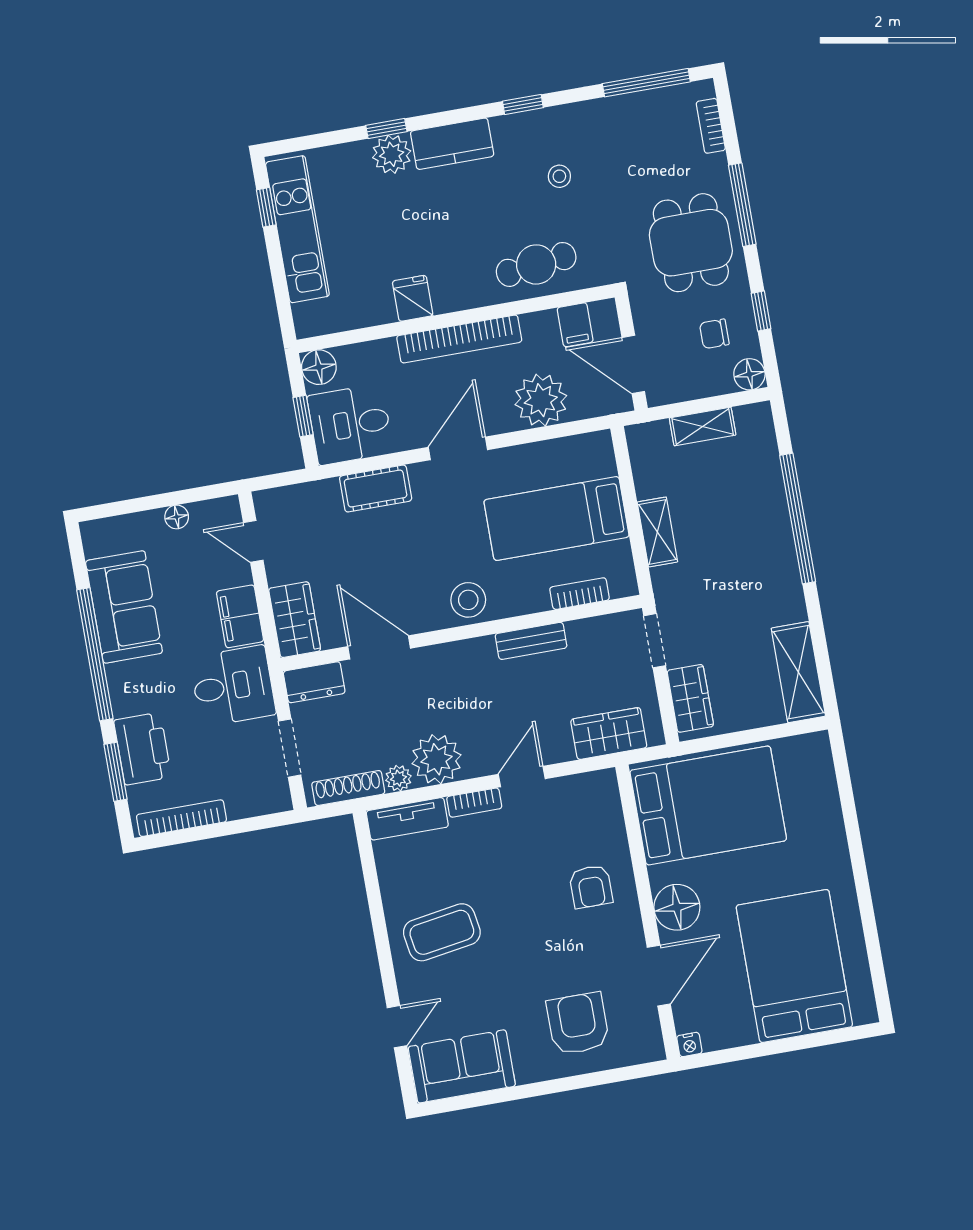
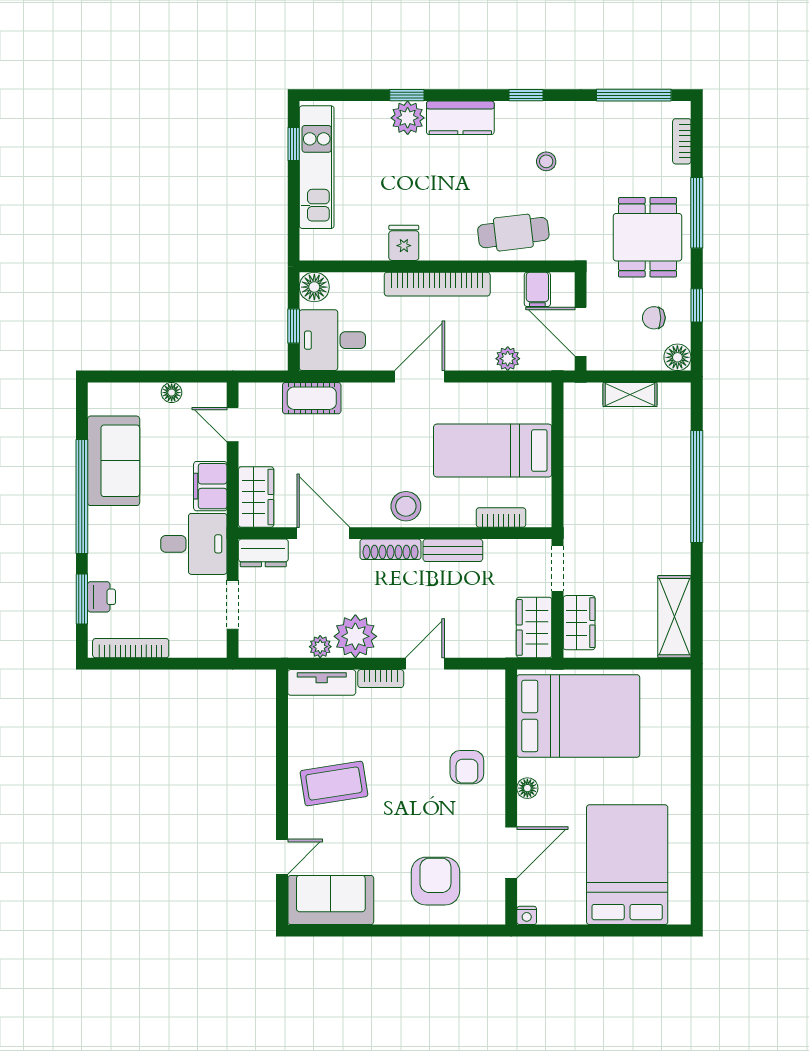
plant: (541, 400) -> (508, 359), width x0.53, depth x0.53
cot: (376, 488) -> (312, 398), moved
shelving: (657, 532) -> (576, 477), removed
wardrobe: (609, 733) -> (534, 627), moved, turned -90
printer: (143, 749) -> (101, 597), width x0.53, depth x0.68
shoe rack: (348, 788) -> (390, 549), moved, turned 180
floor lamp: (677, 907) -> (527, 788), width x0.53, depth x0.53

